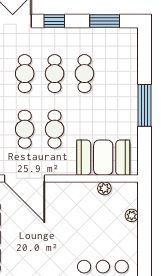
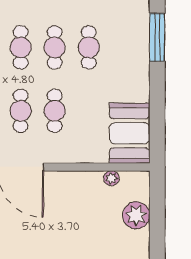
window: (145, 105) -> (157, 37), moved
booth: (103, 158) -> (130, 133), moved, turned 90
plant: (132, 215) -> (136, 215), width x1.87, depth x1.87

